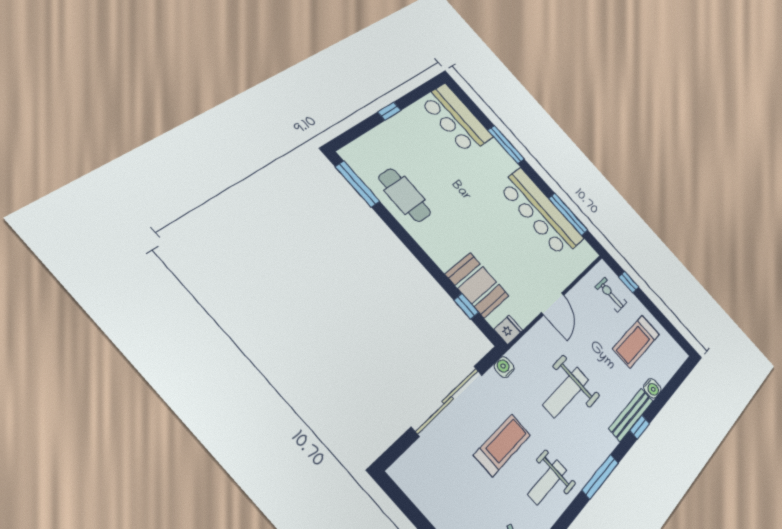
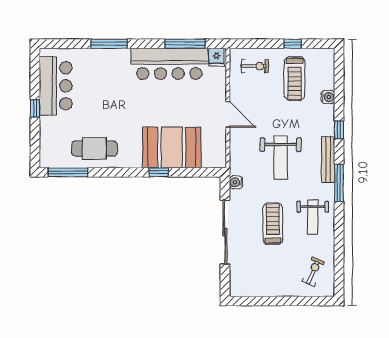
bar counter: (456, 119) -> (56, 86), moved, turned -90
window: (629, 282) -> (293, 44), moved
booth: (477, 285) -> (172, 147), width x1.36, depth x1.42
exercise bike: (611, 295) -> (255, 66), turned 180
window: (466, 306) -> (159, 172), moved
fridge: (508, 330) -> (217, 57), moved, turned 180
bench: (631, 415) -> (328, 160), moved

